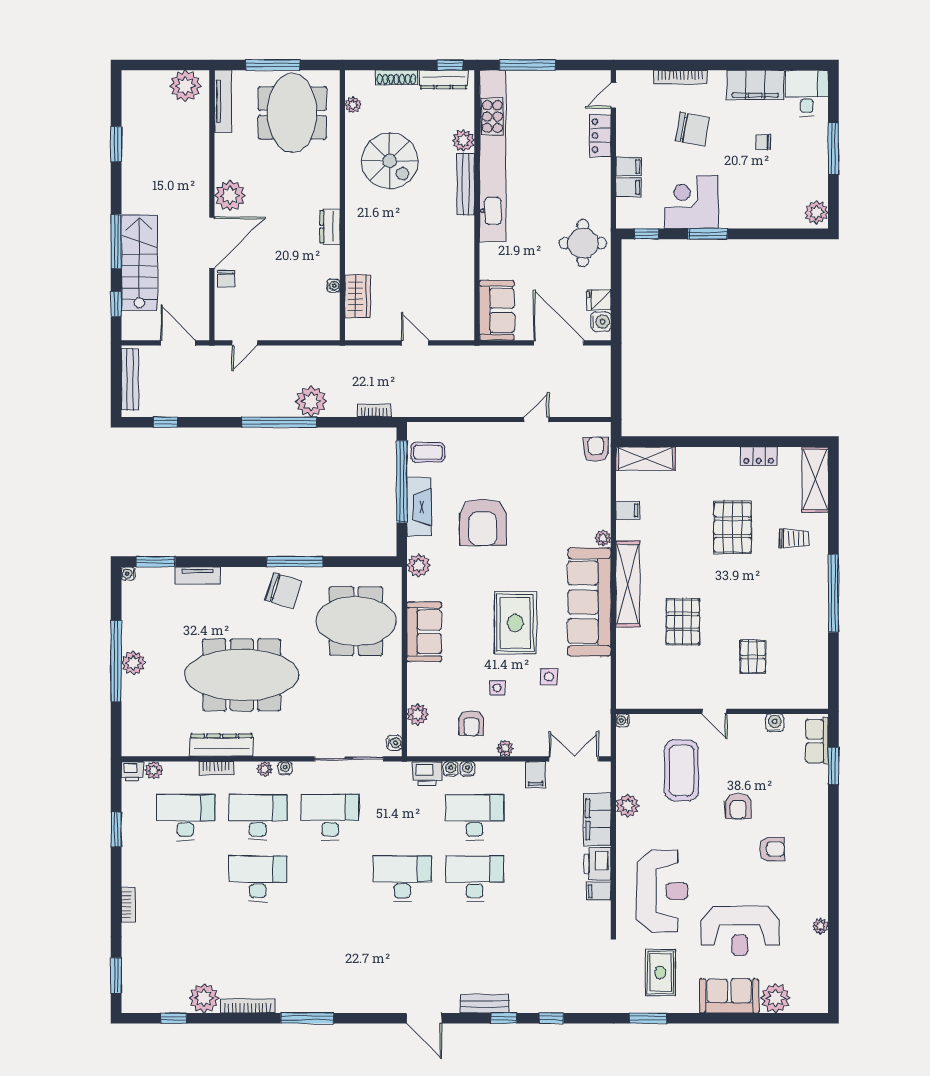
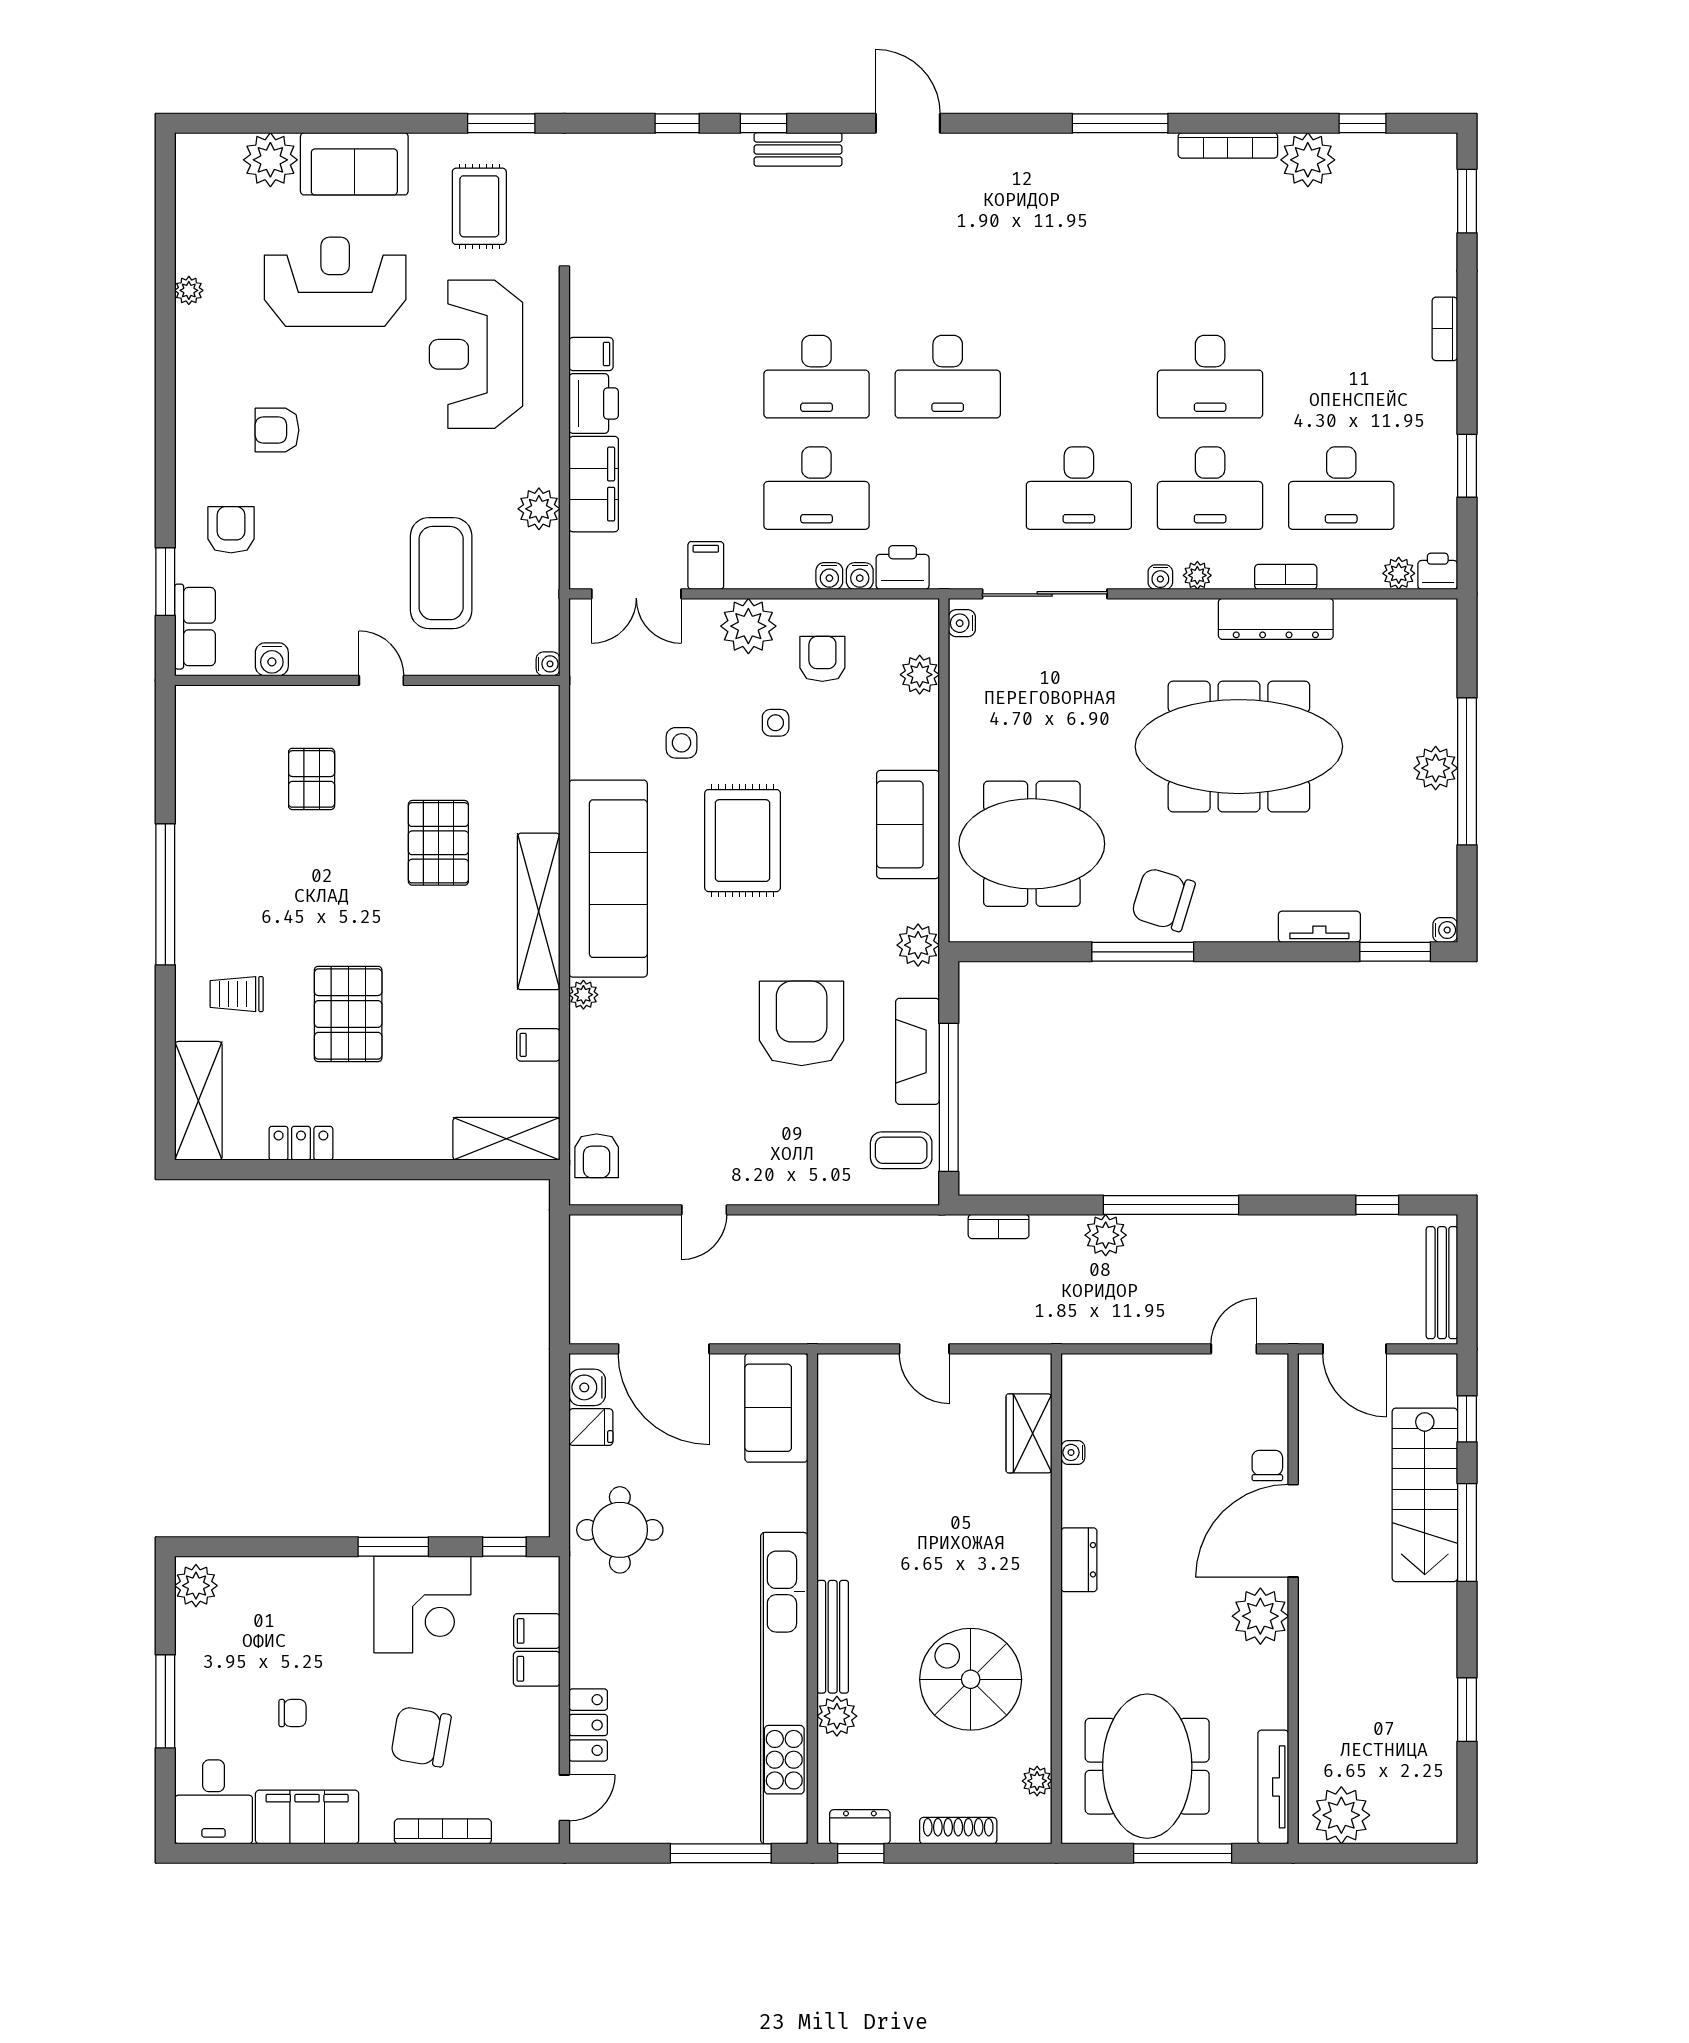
dresser: (443, 80) -> (860, 1827), width x0.70
plant: (311, 401) -> (1106, 1235), width x0.73, depth x0.73
plant: (505, 748) -> (748, 626), width x1.87, depth x1.87
armchair: (738, 806) -> (231, 530), moved

